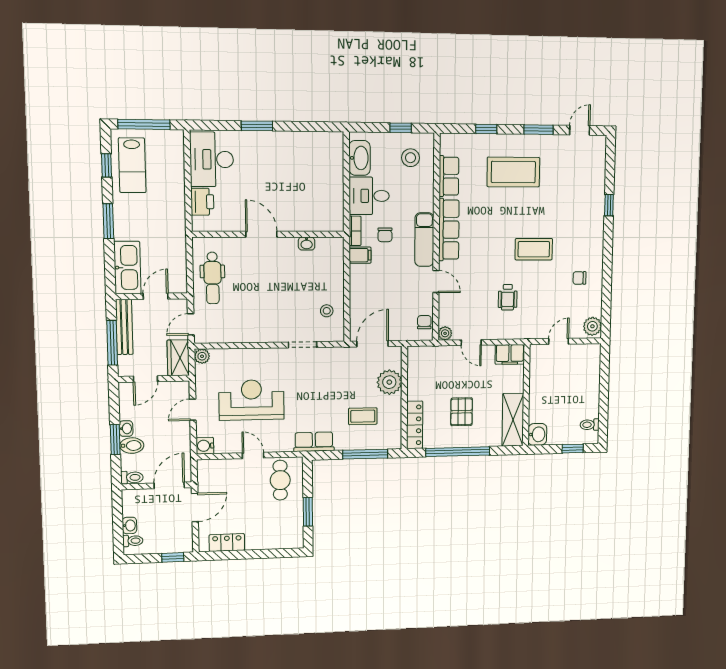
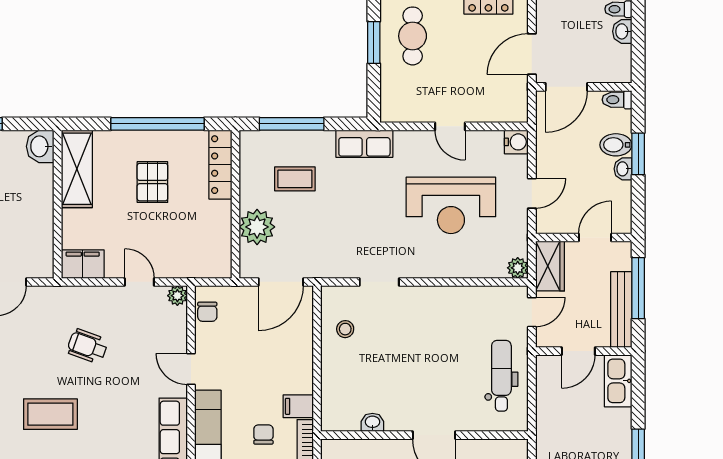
kitchen sink: (127, 268) -> (618, 381), width x0.73, depth x0.81
wheelchair: (508, 297) -> (87, 346), turned -70
cafe table: (280, 480) -> (413, 36), moved

